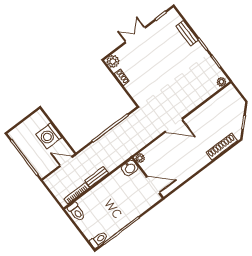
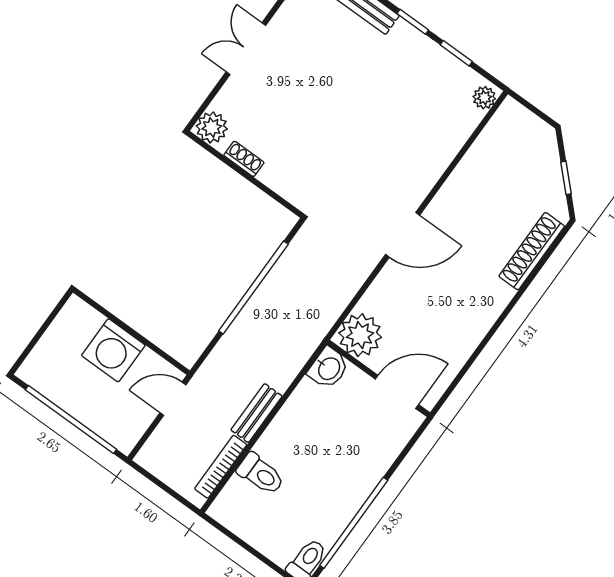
plant: (140, 158) -> (360, 335), width x1.88, depth x1.88
toilet: (76, 212) -> (261, 474), moved

